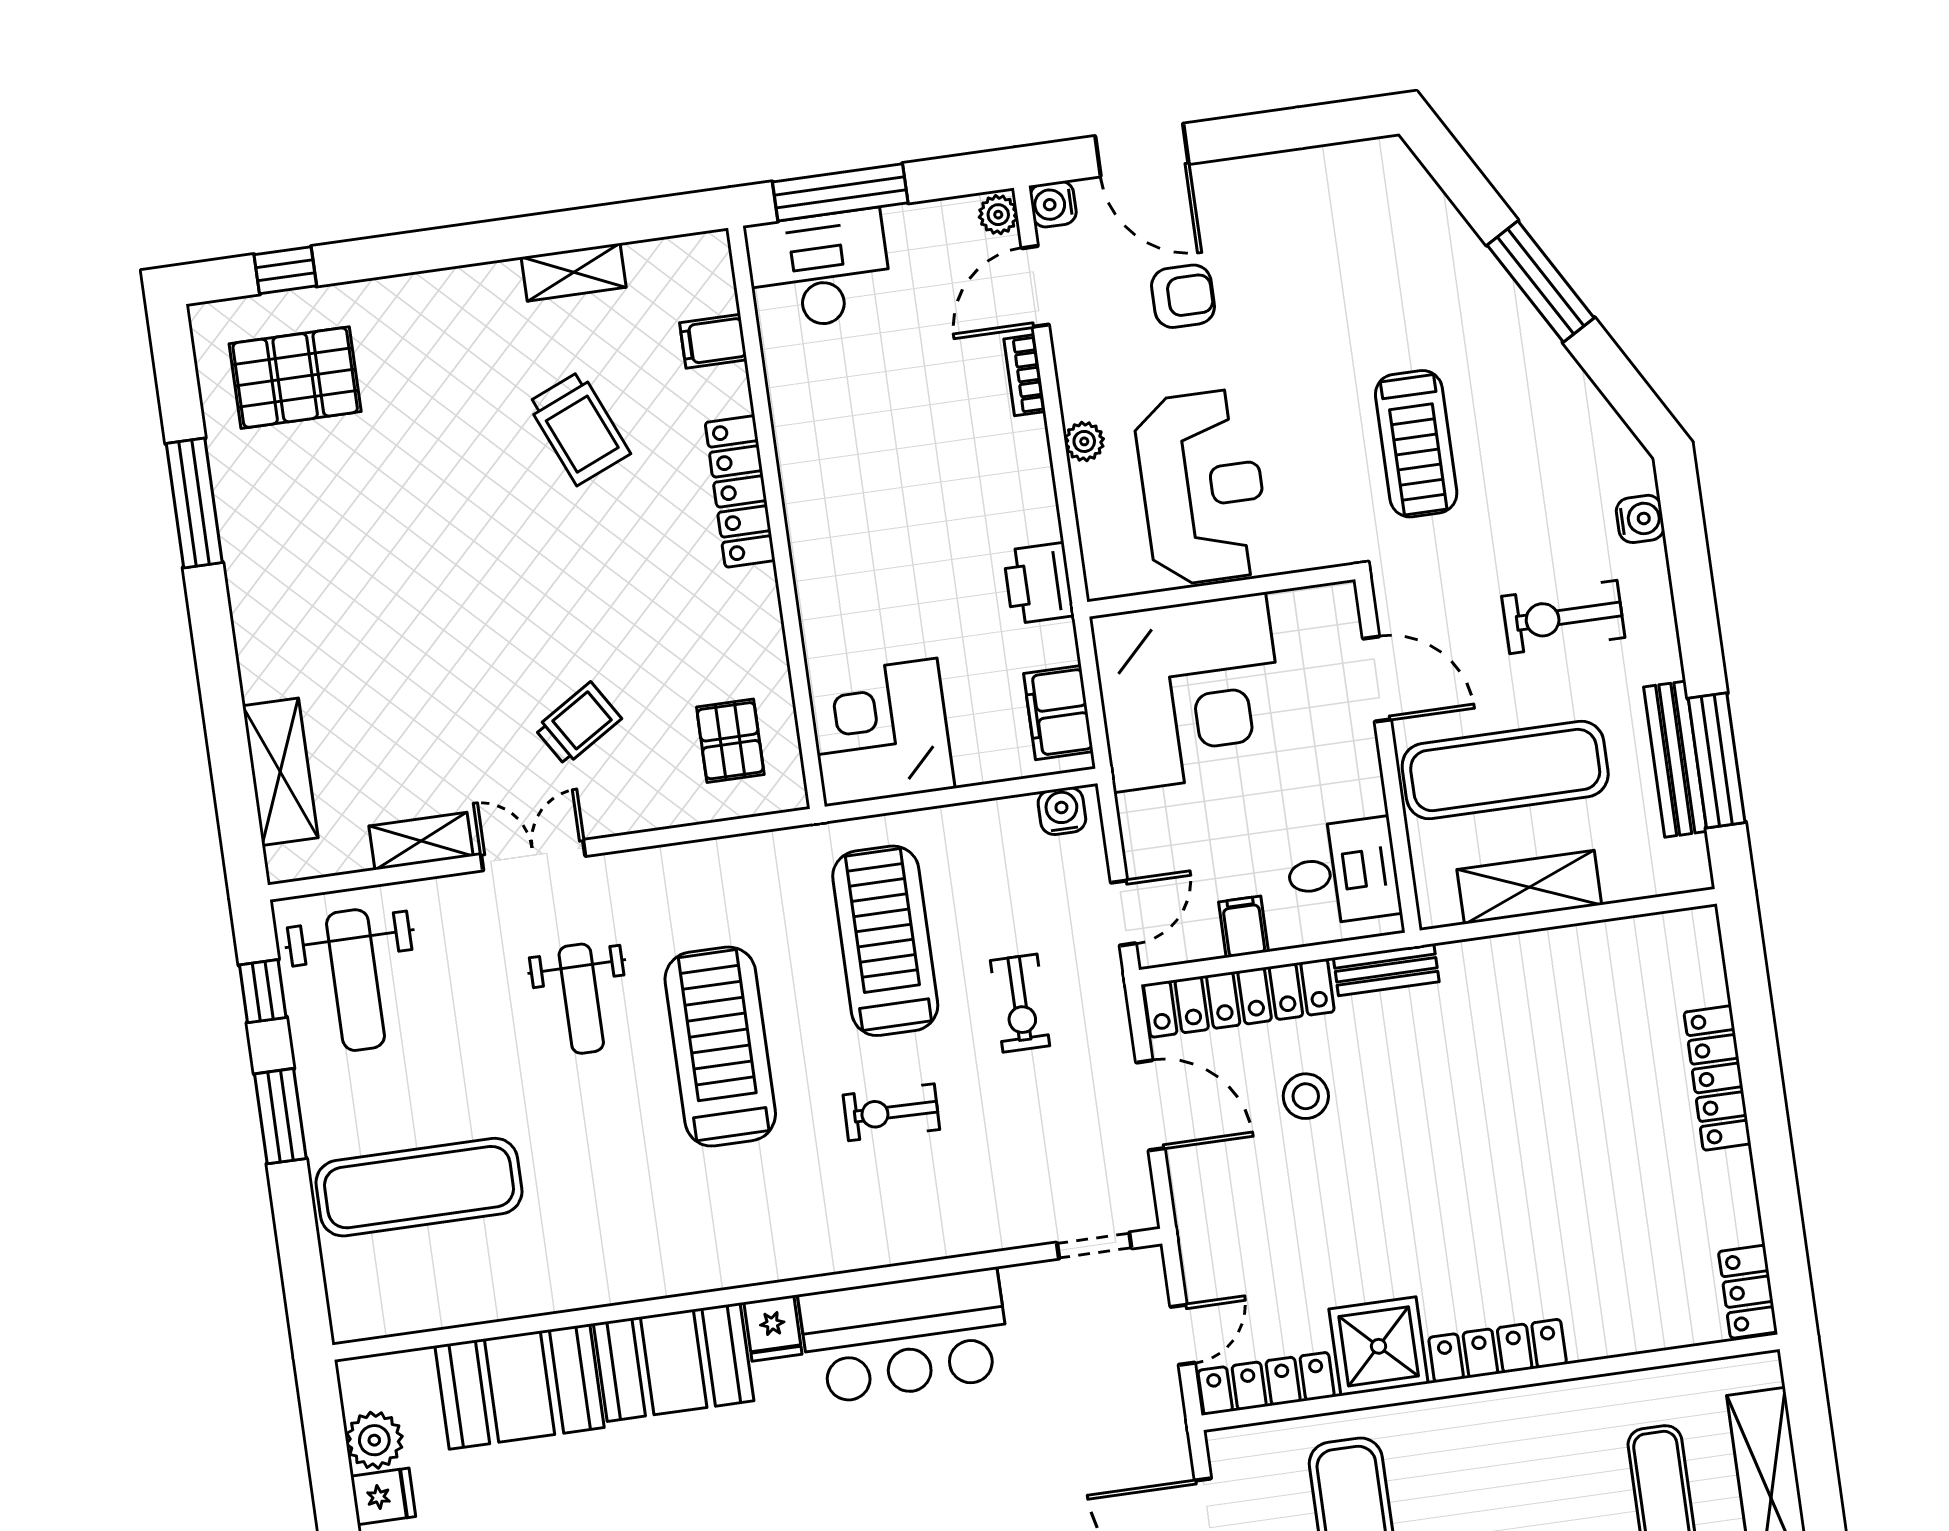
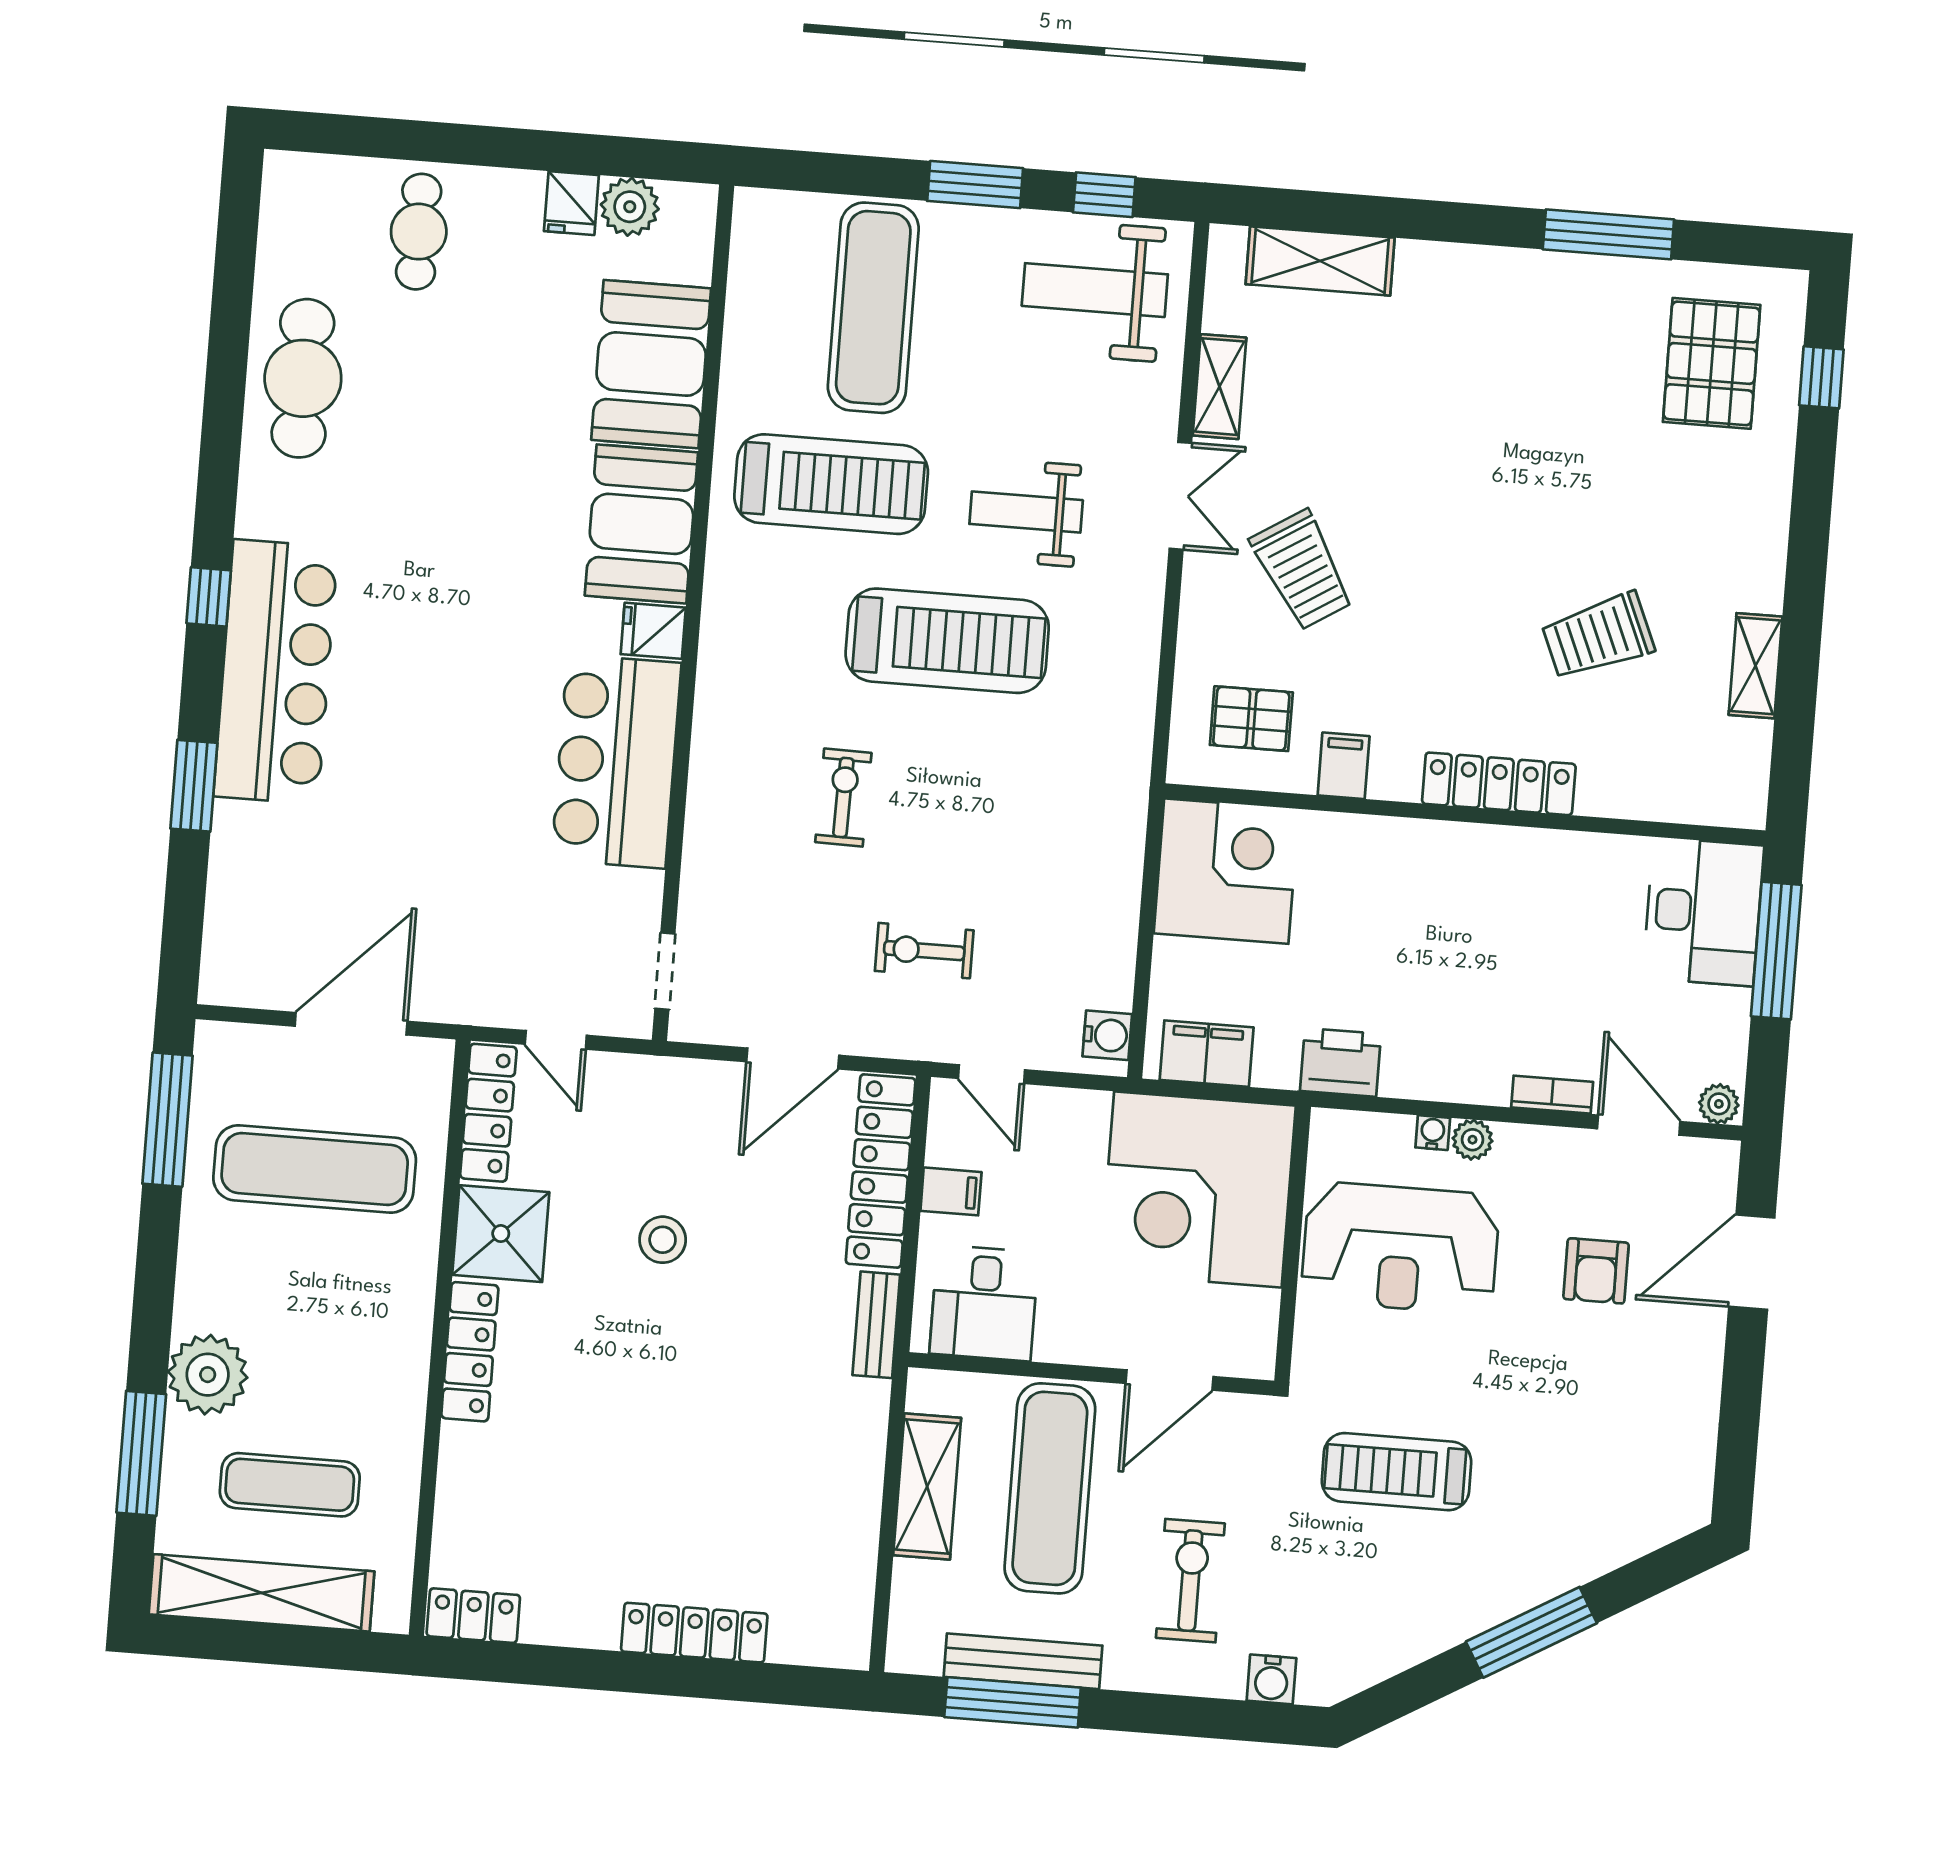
water cooler: (1053, 204) -> (1433, 1133), moved, width x0.72, depth x0.72
filing cabinet: (713, 341) -> (1344, 766), moved
trolley: (578, 724) -> (1302, 570), width x1.36, depth x1.39
treadmill: (885, 941) -> (831, 484), moved
stool: (1306, 1096) -> (663, 1240), moved

